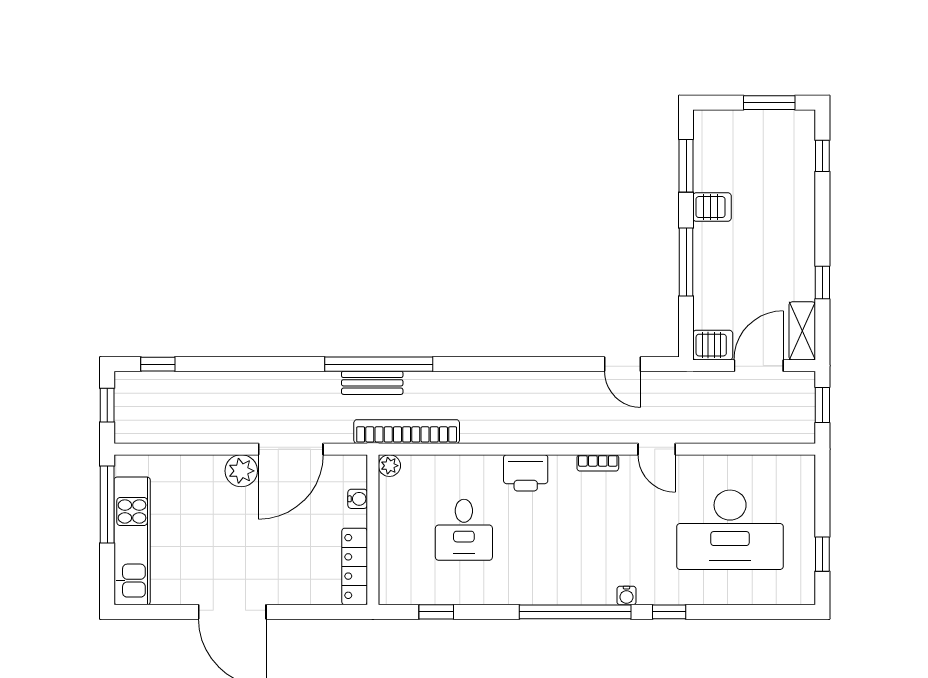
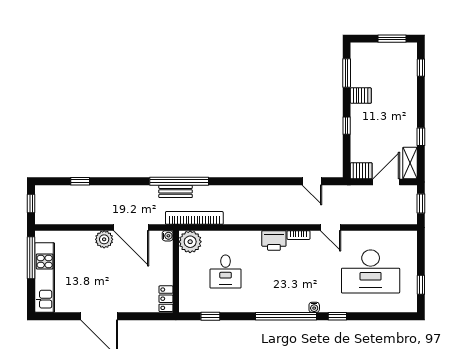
window: (686, 262) -> (347, 126), width x0.46
window: (158, 364) -> (80, 181), moved
door: (291, 449) -> (131, 227), hinge flipped
plant: (389, 466) -> (190, 242), width x1.87, depth x1.87
printer: (526, 473) -> (274, 240), moved
water cooler: (358, 499) -> (168, 236), moved
locker: (355, 566) -> (166, 299), width x0.66

